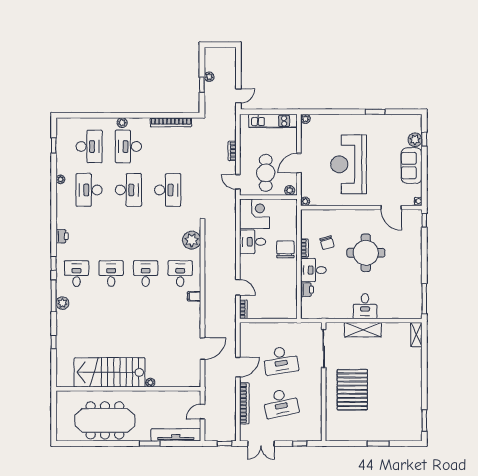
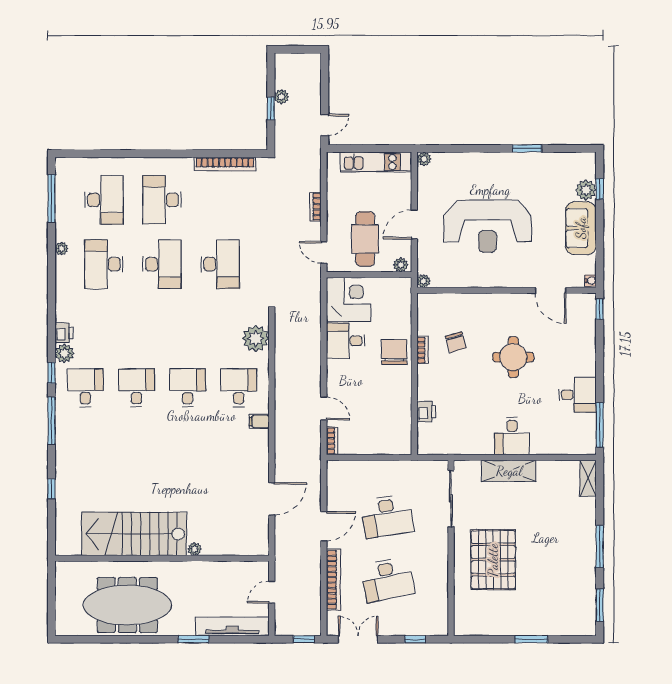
plant: (122, 123) -> (153, 165), removed
window: (54, 146) -> (51, 198), width x2.17
reception desk: (348, 164) -> (488, 226), turned -90
round table: (366, 253) -> (513, 357), width x0.73, depth x0.73
desk: (313, 270) -> (577, 395), moved, turned 180
plant: (62, 303) -> (64, 353), moved
window: (424, 381) -> (600, 546), added
double door: (261, 444) -> (358, 639), swing flipped

